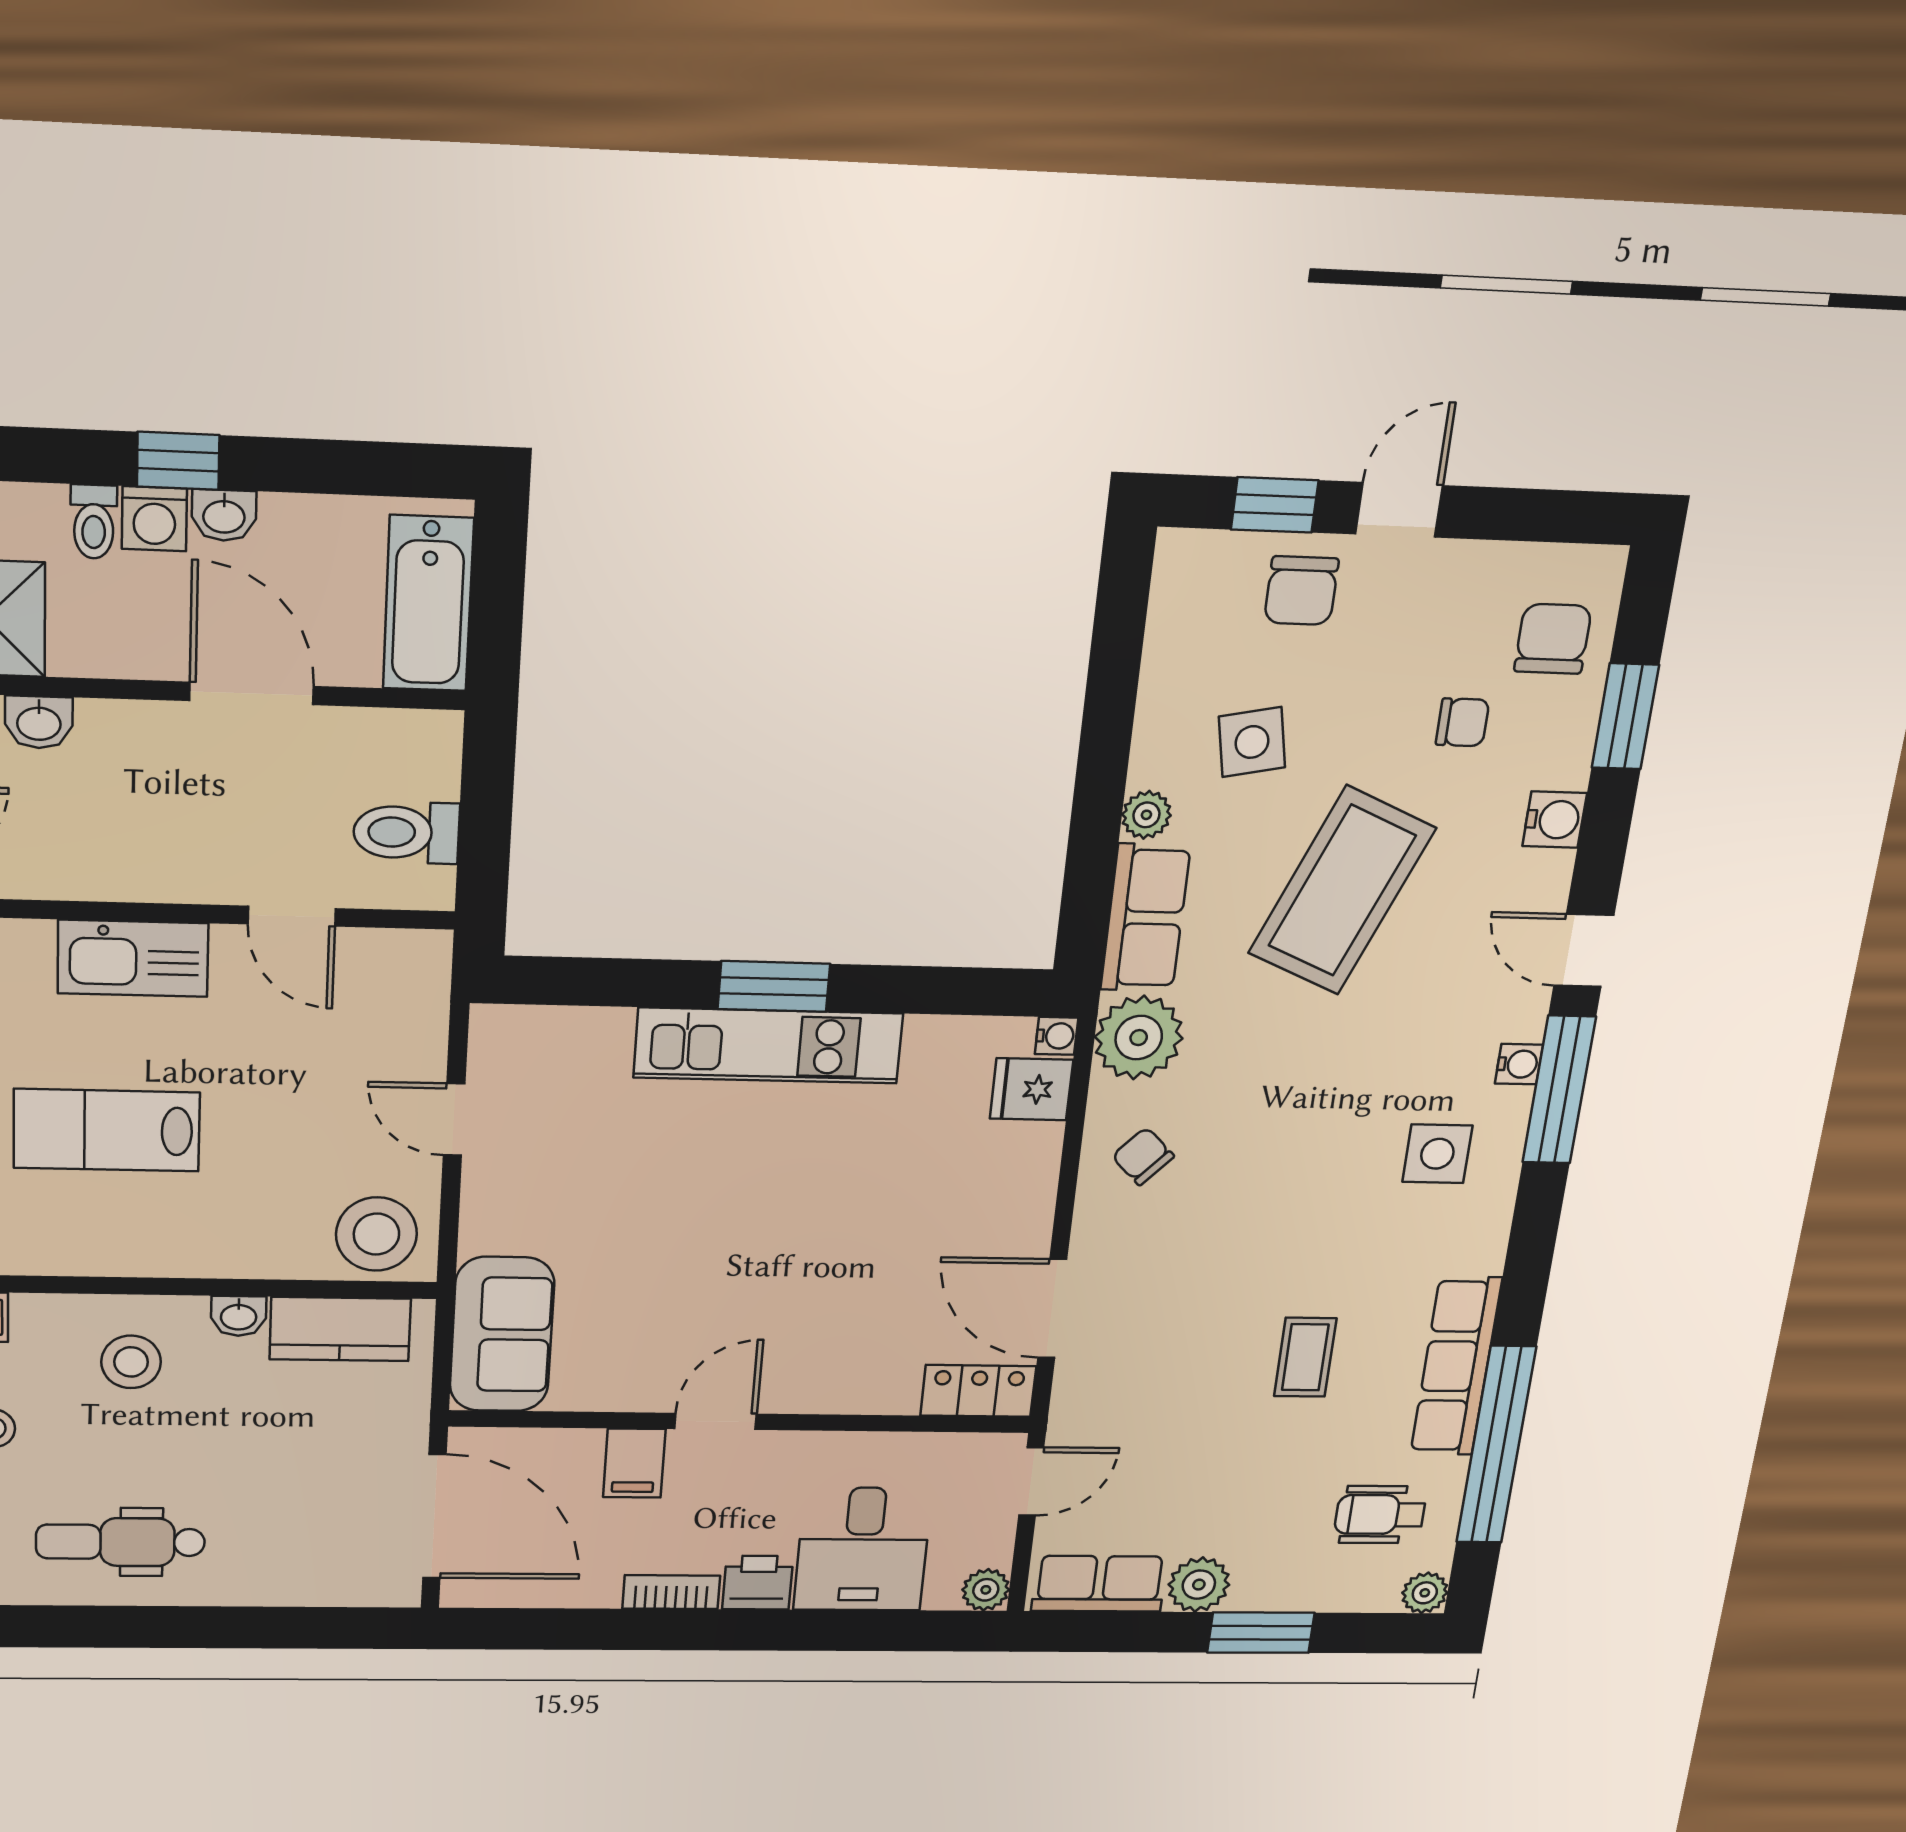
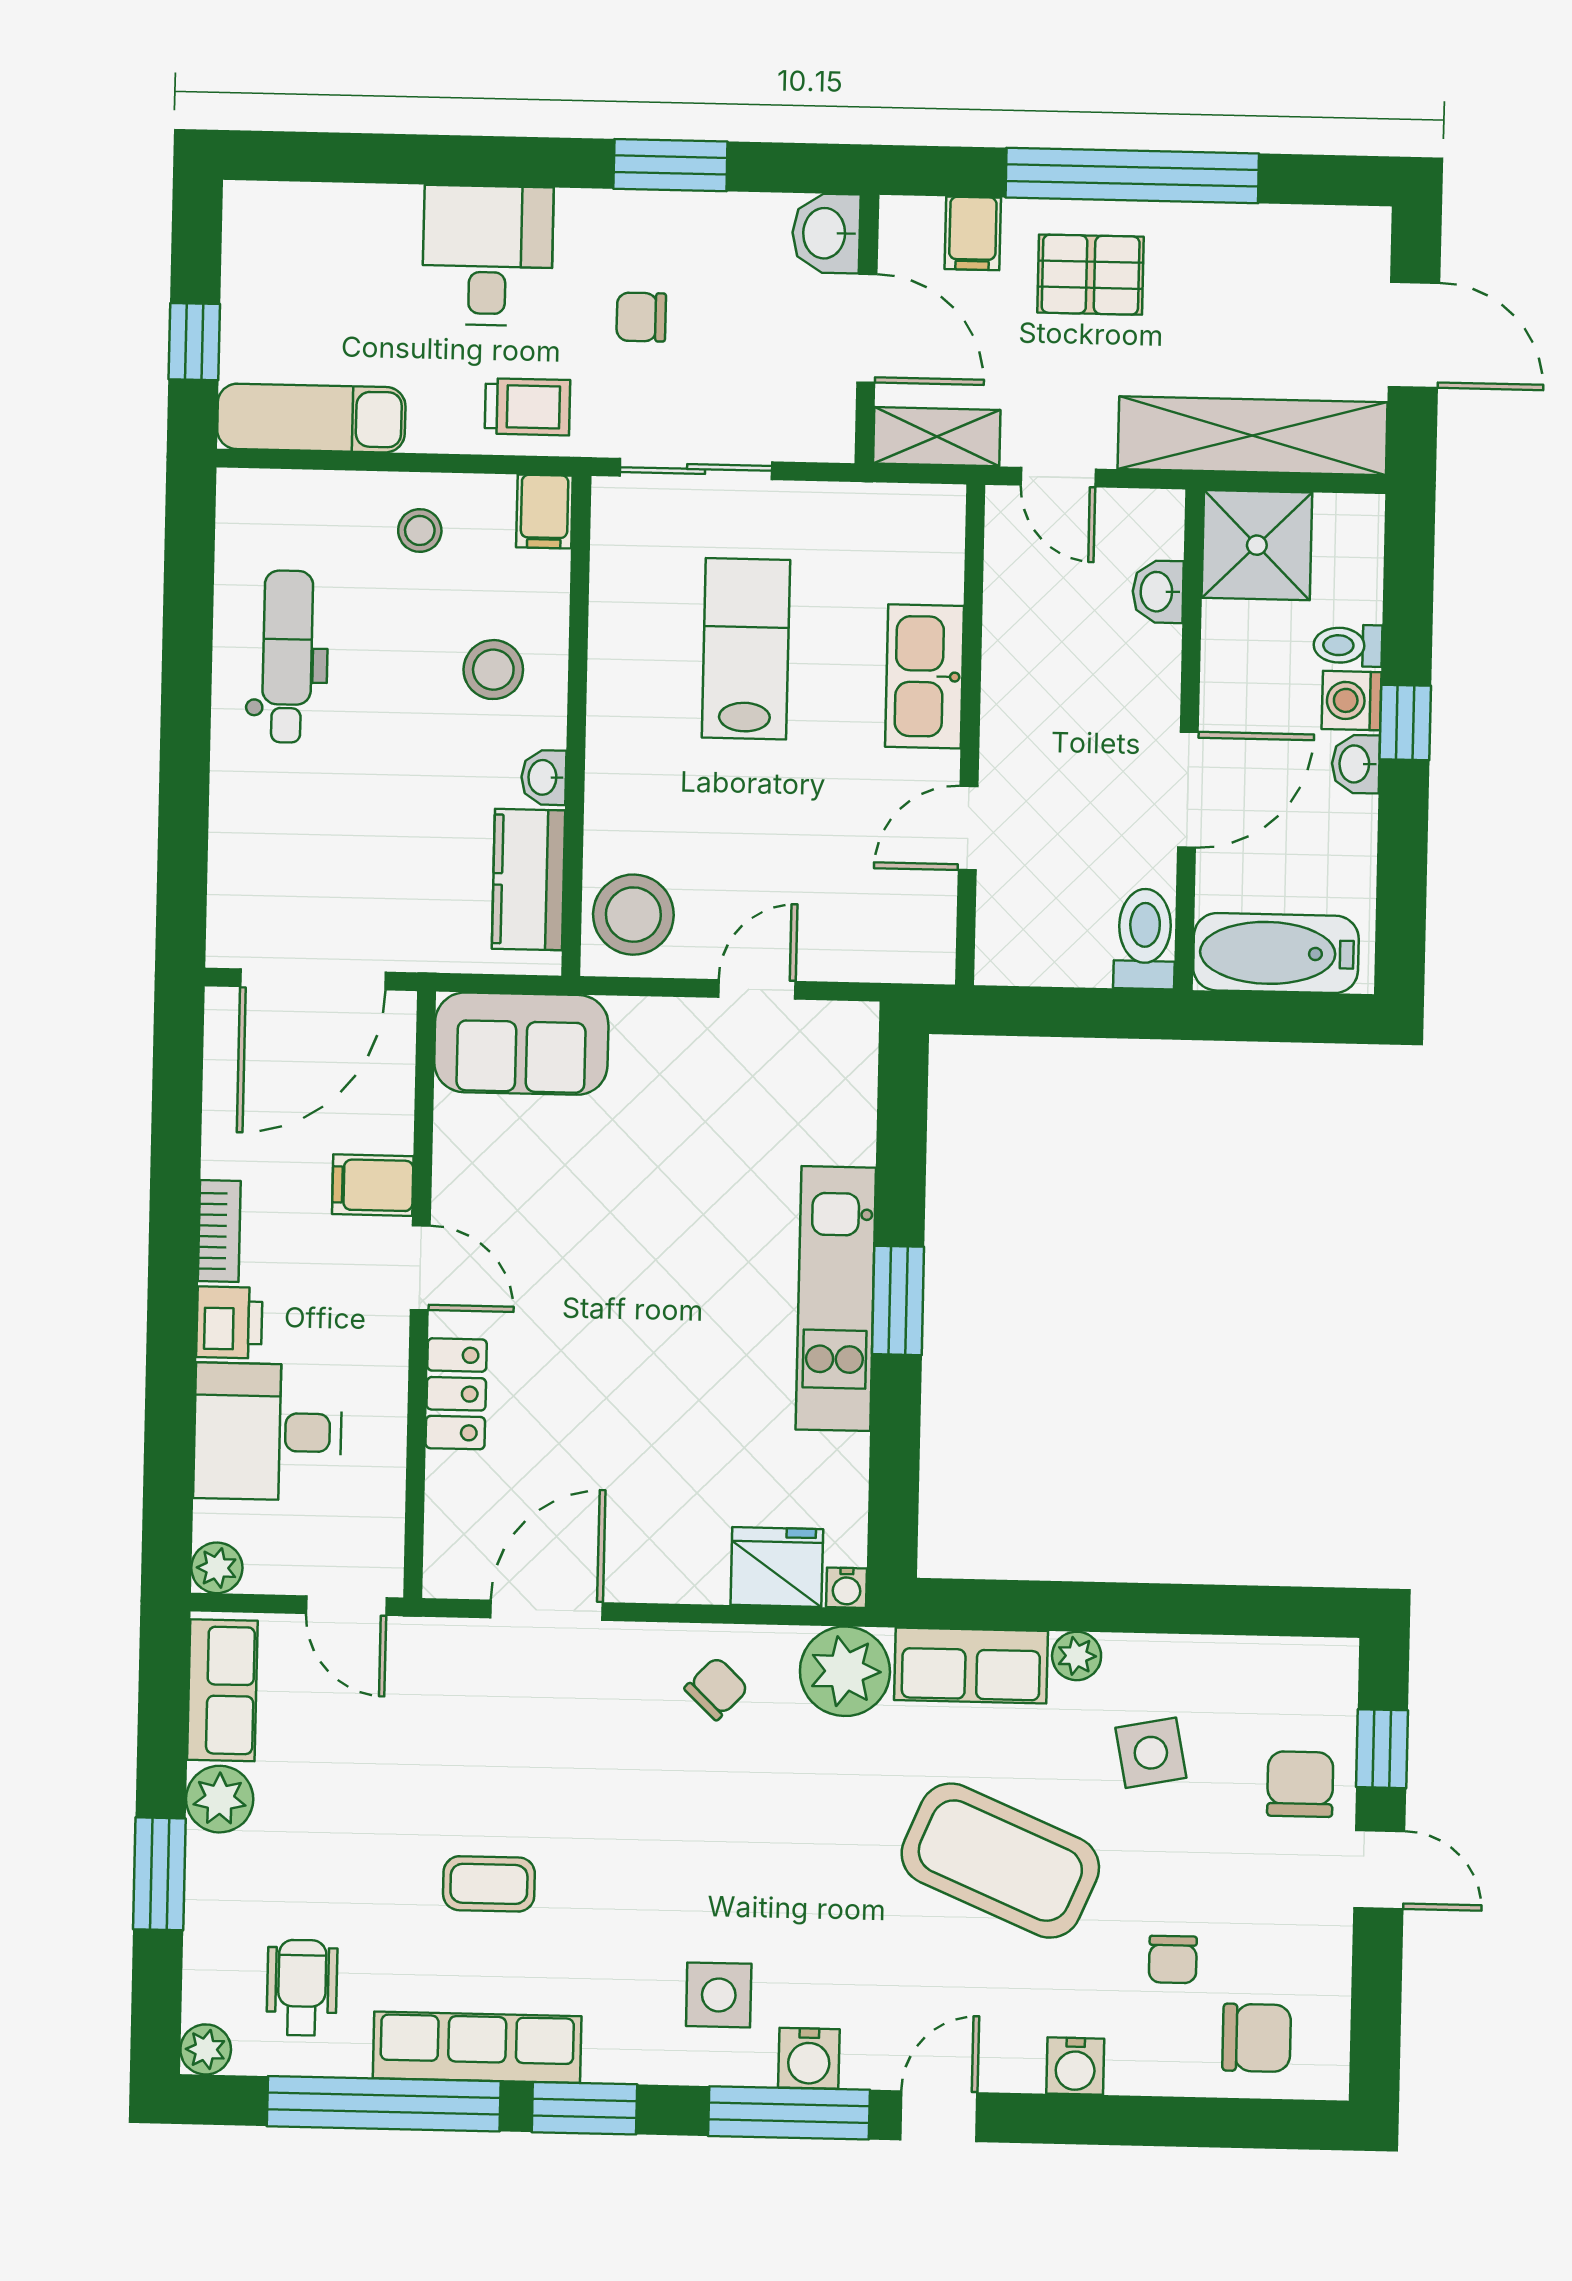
chair: (1301, 591) -> (1300, 1784), turned 90
window: (1625, 716) -> (584, 2108), moved
toilet: (406, 832) -> (1145, 939), moved
water cooler: (1519, 1064) -> (809, 2058), width x1.38, depth x1.38
fridge: (1031, 1089) -> (777, 1567), width x1.38
locker: (978, 1391) -> (456, 1394), moved

